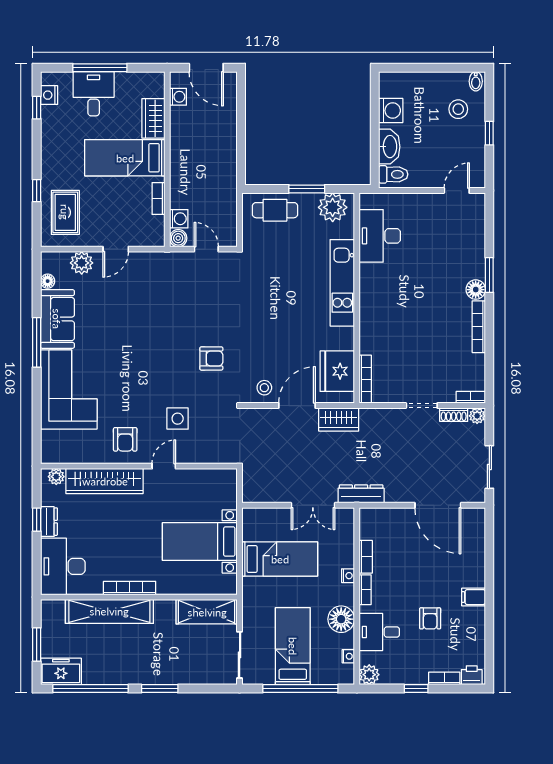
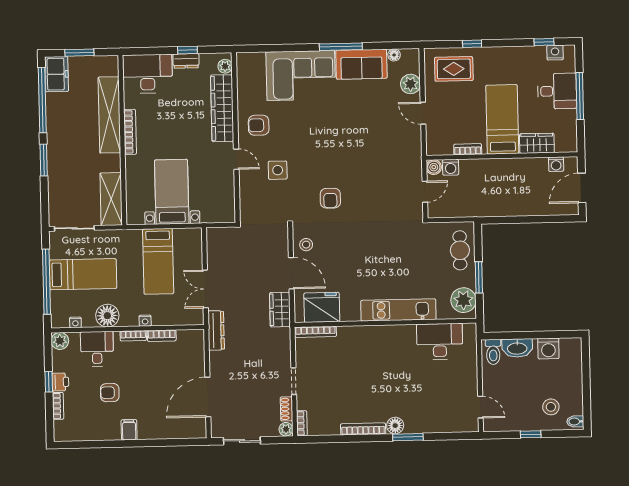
printer: (472, 675) -> (60, 382), moved

